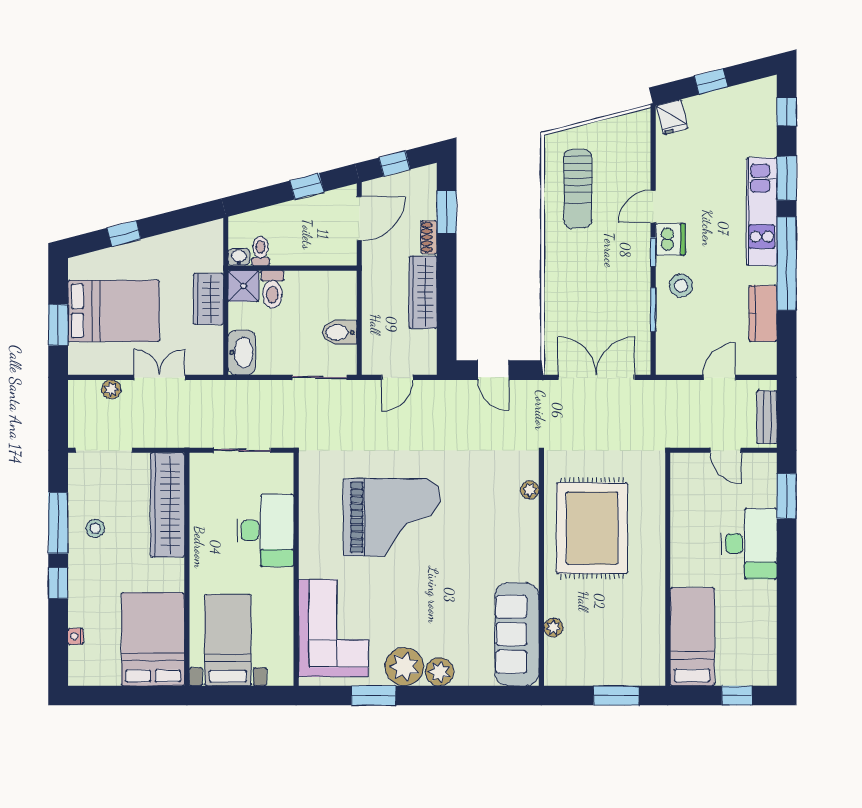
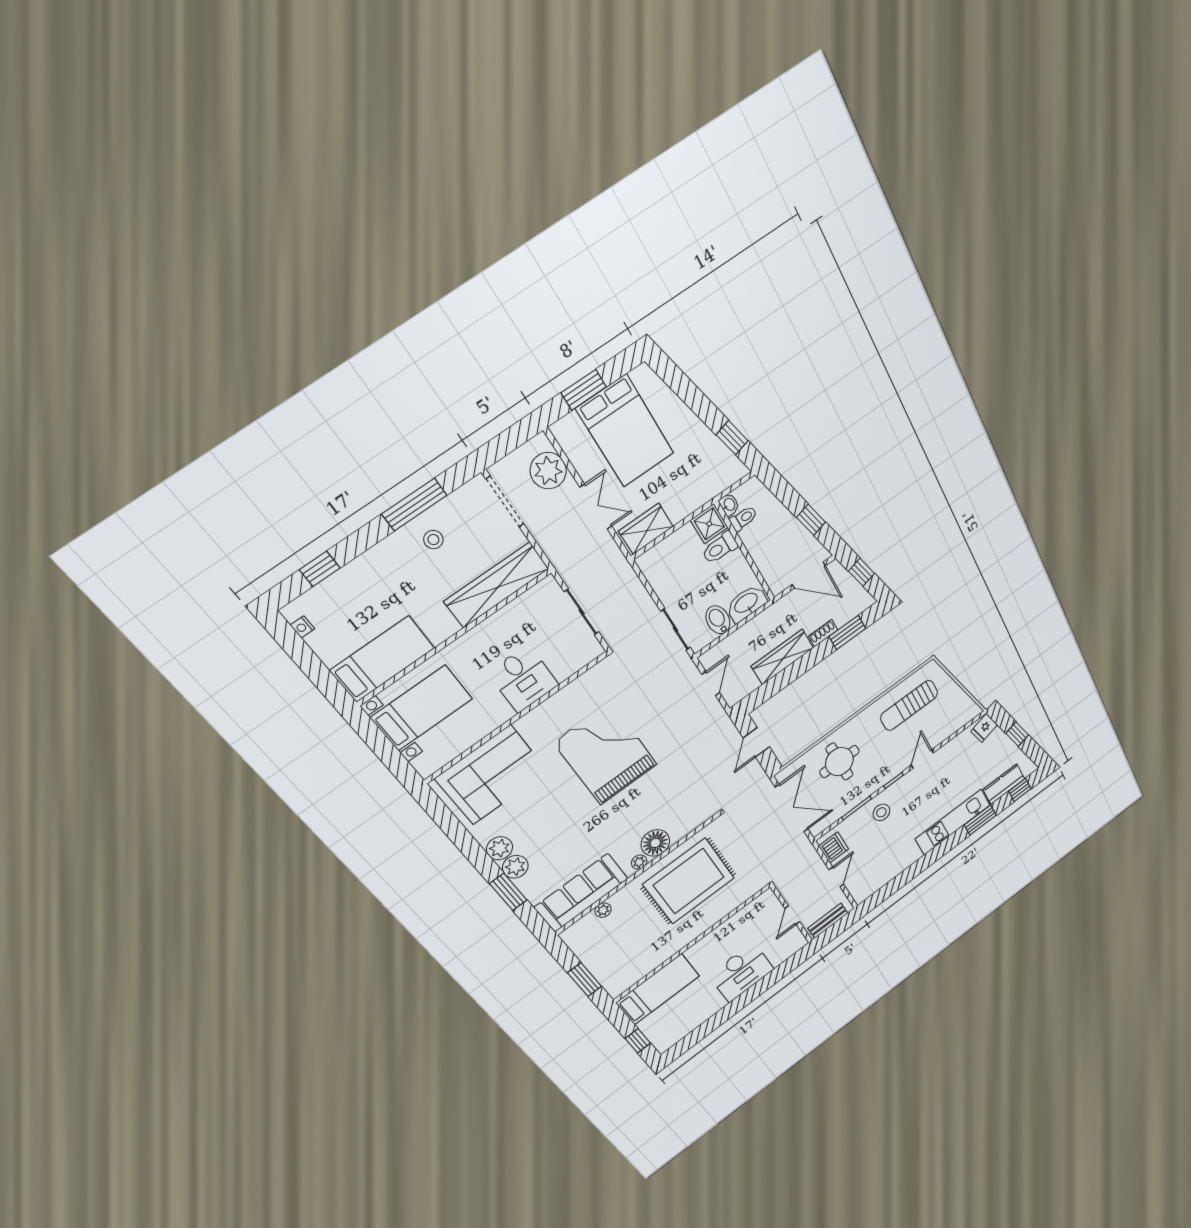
door: (653, 207) -> (922, 759), hinge flipped
window: (124, 234) -> (732, 438), moved
dishwasher: (670, 239) -> (834, 847), moved, turned -90
window: (787, 263) -> (929, 859), removed
round table: (583, 298) -> (839, 762), added
wardrobe: (208, 299) -> (646, 529), moved
kitchen counter: (763, 314) -> (1004, 784), moved
washbasin: (242, 352) -> (746, 603), moved, turned 180
door: (397, 377) -> (711, 684), swing flipped
door: (719, 377) -> (836, 877), hinge flipped
plant: (111, 389) -> (548, 471), width x1.87, depth x1.87
plant: (530, 490) -> (639, 862), moved
window: (787, 496) -> (785, 968), removed
grand piano: (392, 517) -> (606, 754), turned 180
desk: (265, 530) -> (523, 679), width x0.73
floor lamp: (522, 533) -> (655, 843), added
window: (58, 583) -> (320, 569), moved
nightstand: (76, 636) -> (302, 627), moved, turned -90
bed: (153, 639) -> (382, 659), width x0.67
plant: (404, 667) -> (500, 848), width x0.73, depth x0.73
window: (374, 696) -> (508, 892), moved

